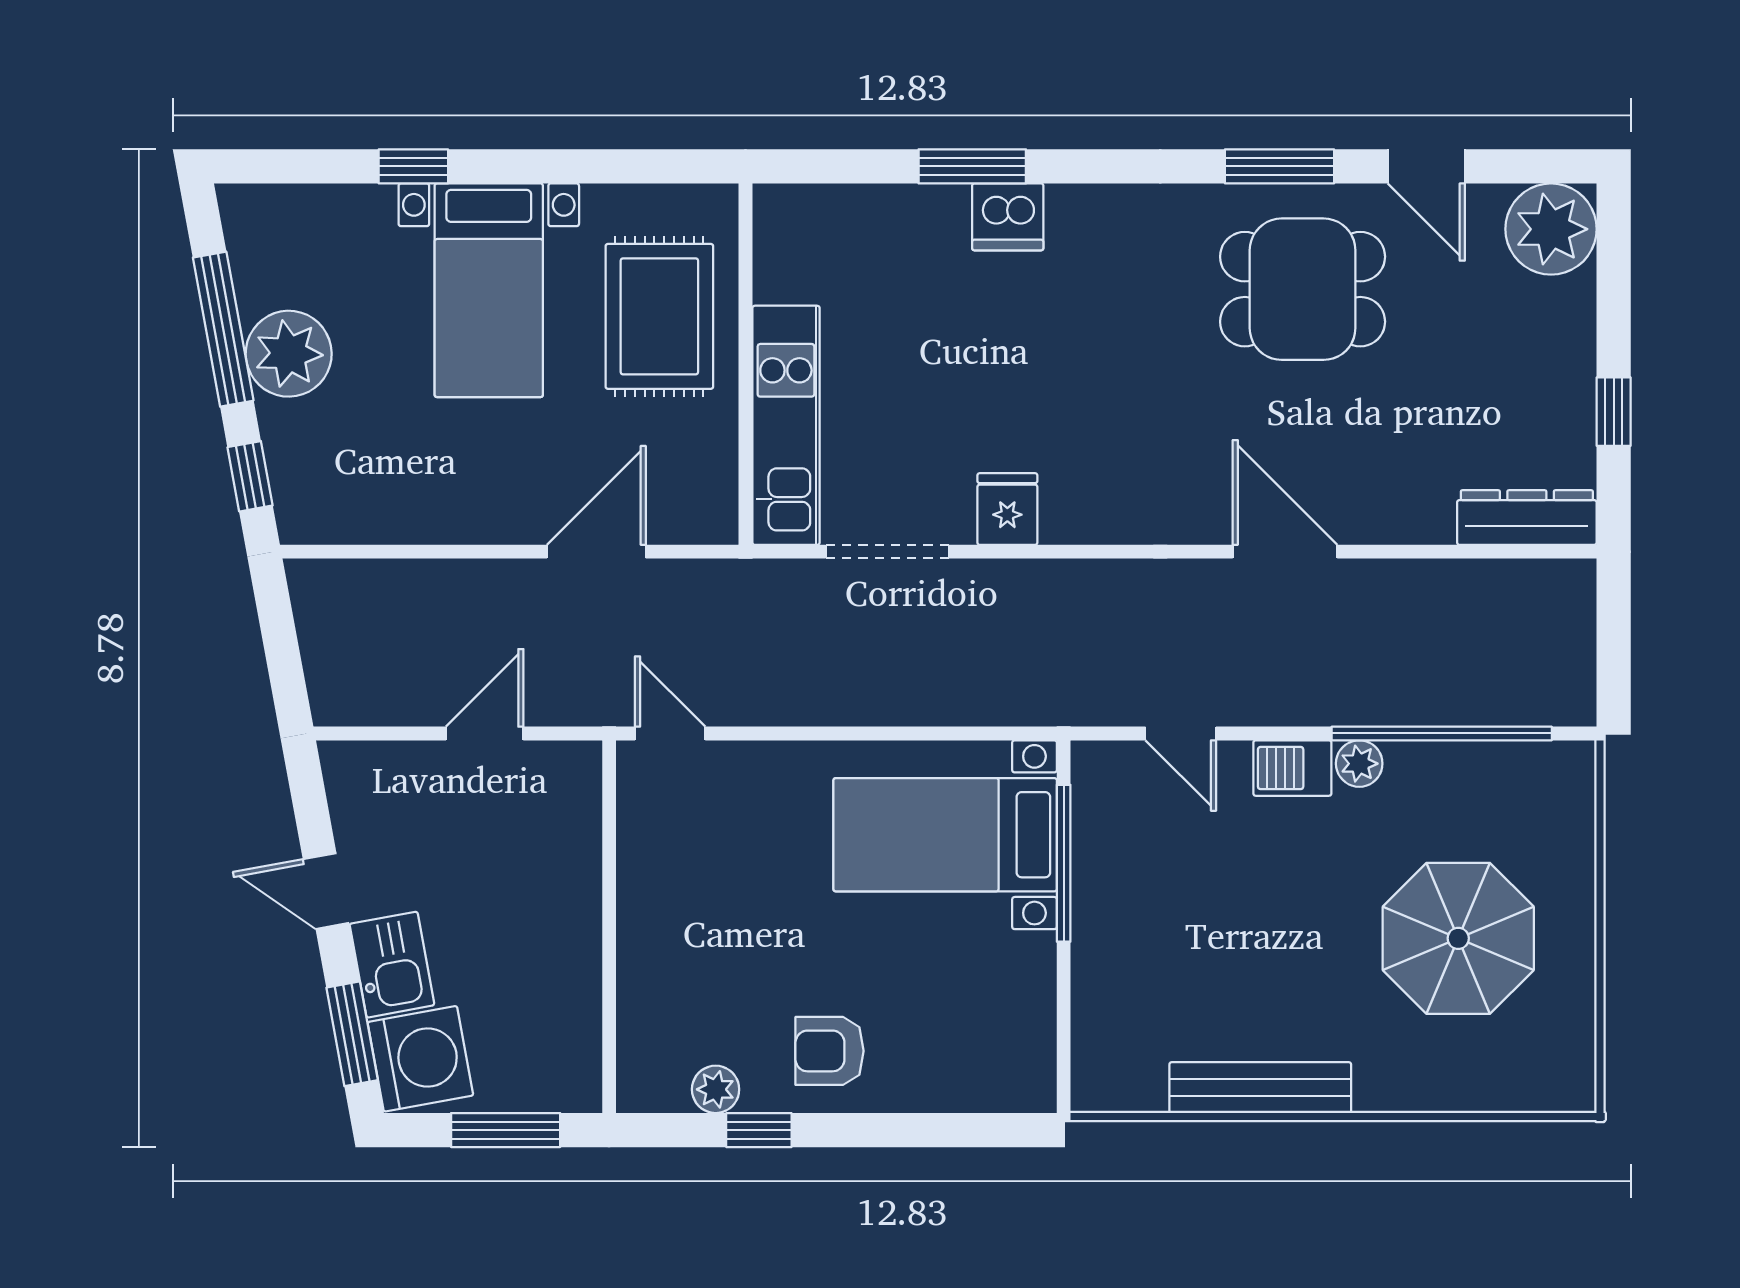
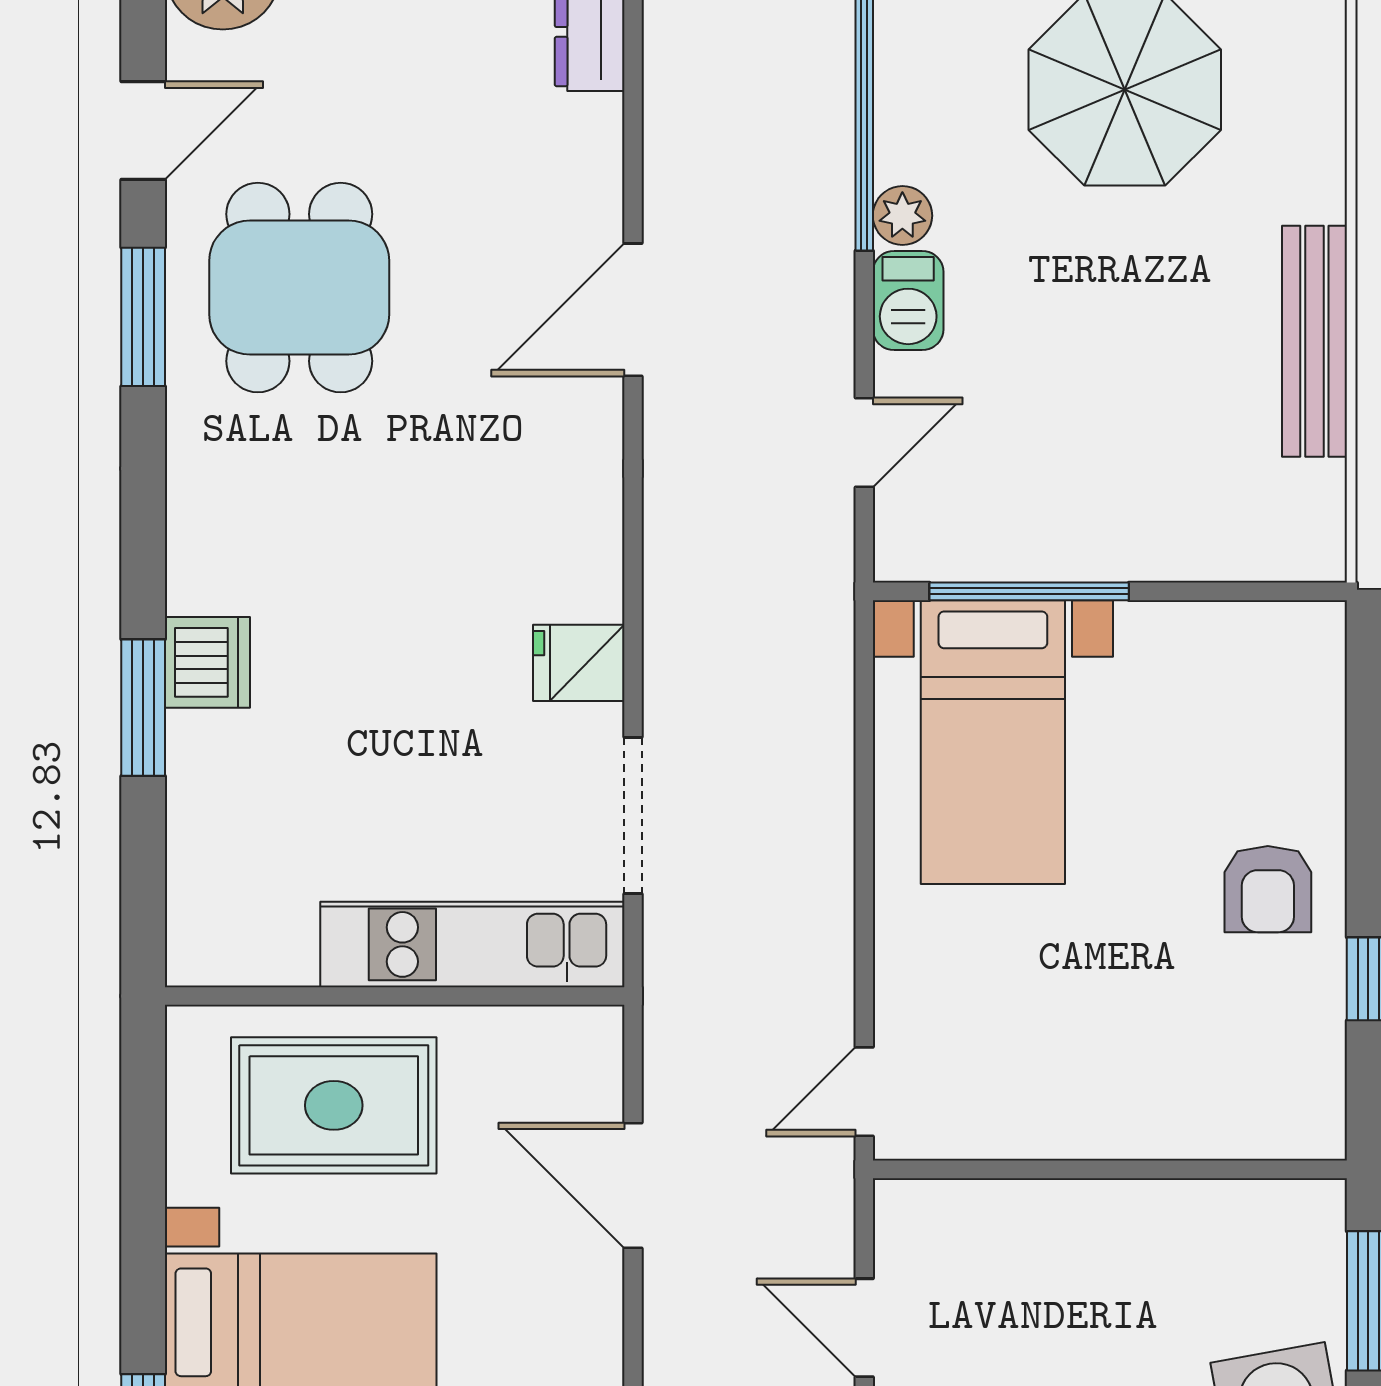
plant: (716, 1089) -> (1317, 1034), removed

